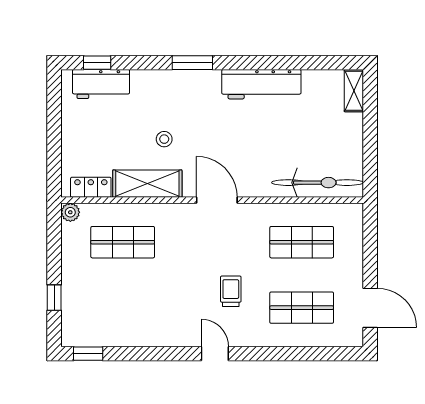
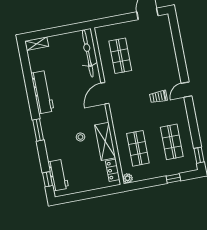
door: (217, 200) -> (105, 93), moved
trolley: (231, 291) -> (158, 97), moved
shop shelf: (302, 308) -> (172, 142), moved

